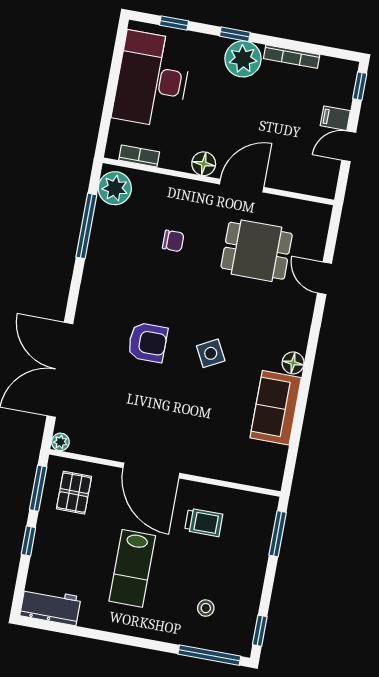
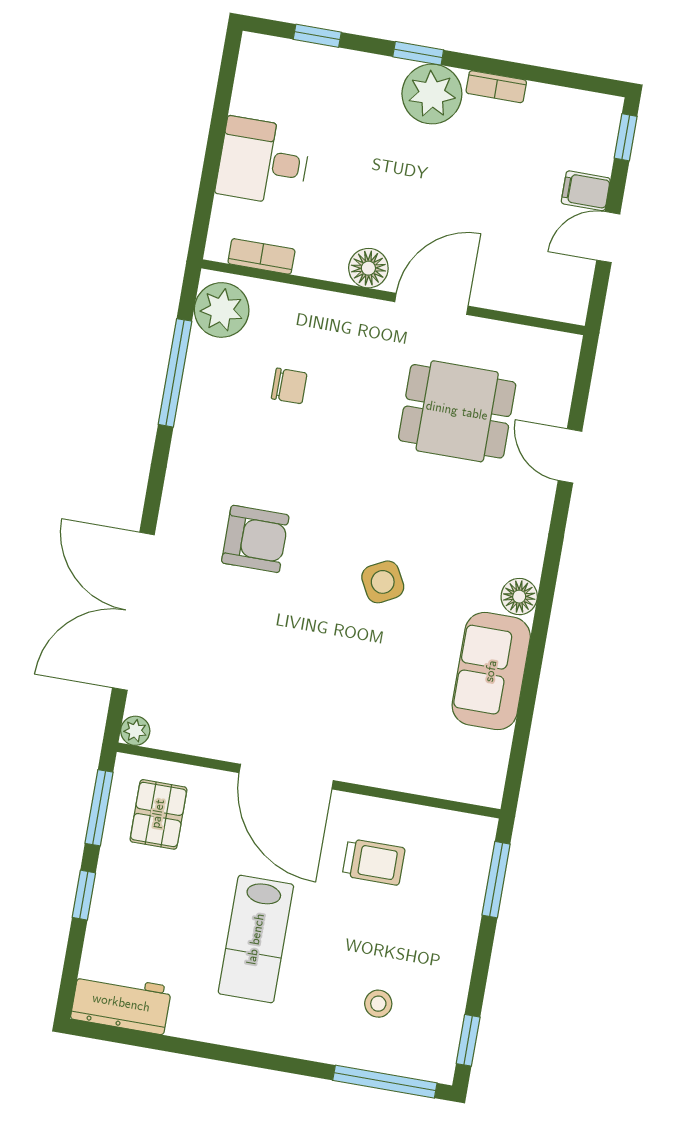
bookcase: (292, 57) -> (496, 87), width x0.64
desk: (152, 80) -> (263, 161), width x0.53, depth x0.77
chair: (173, 241) -> (289, 386), moved
armchair: (148, 342) -> (255, 539), moved

